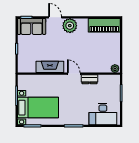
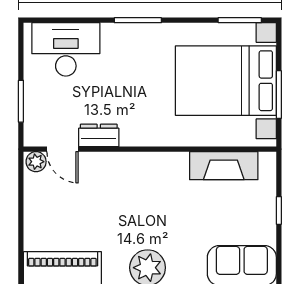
fireplace: (50, 67) -> (224, 166), moved
door: (74, 74) -> (63, 149), moved
bed with nightstands: (38, 108) -> (226, 81), width x1.36

